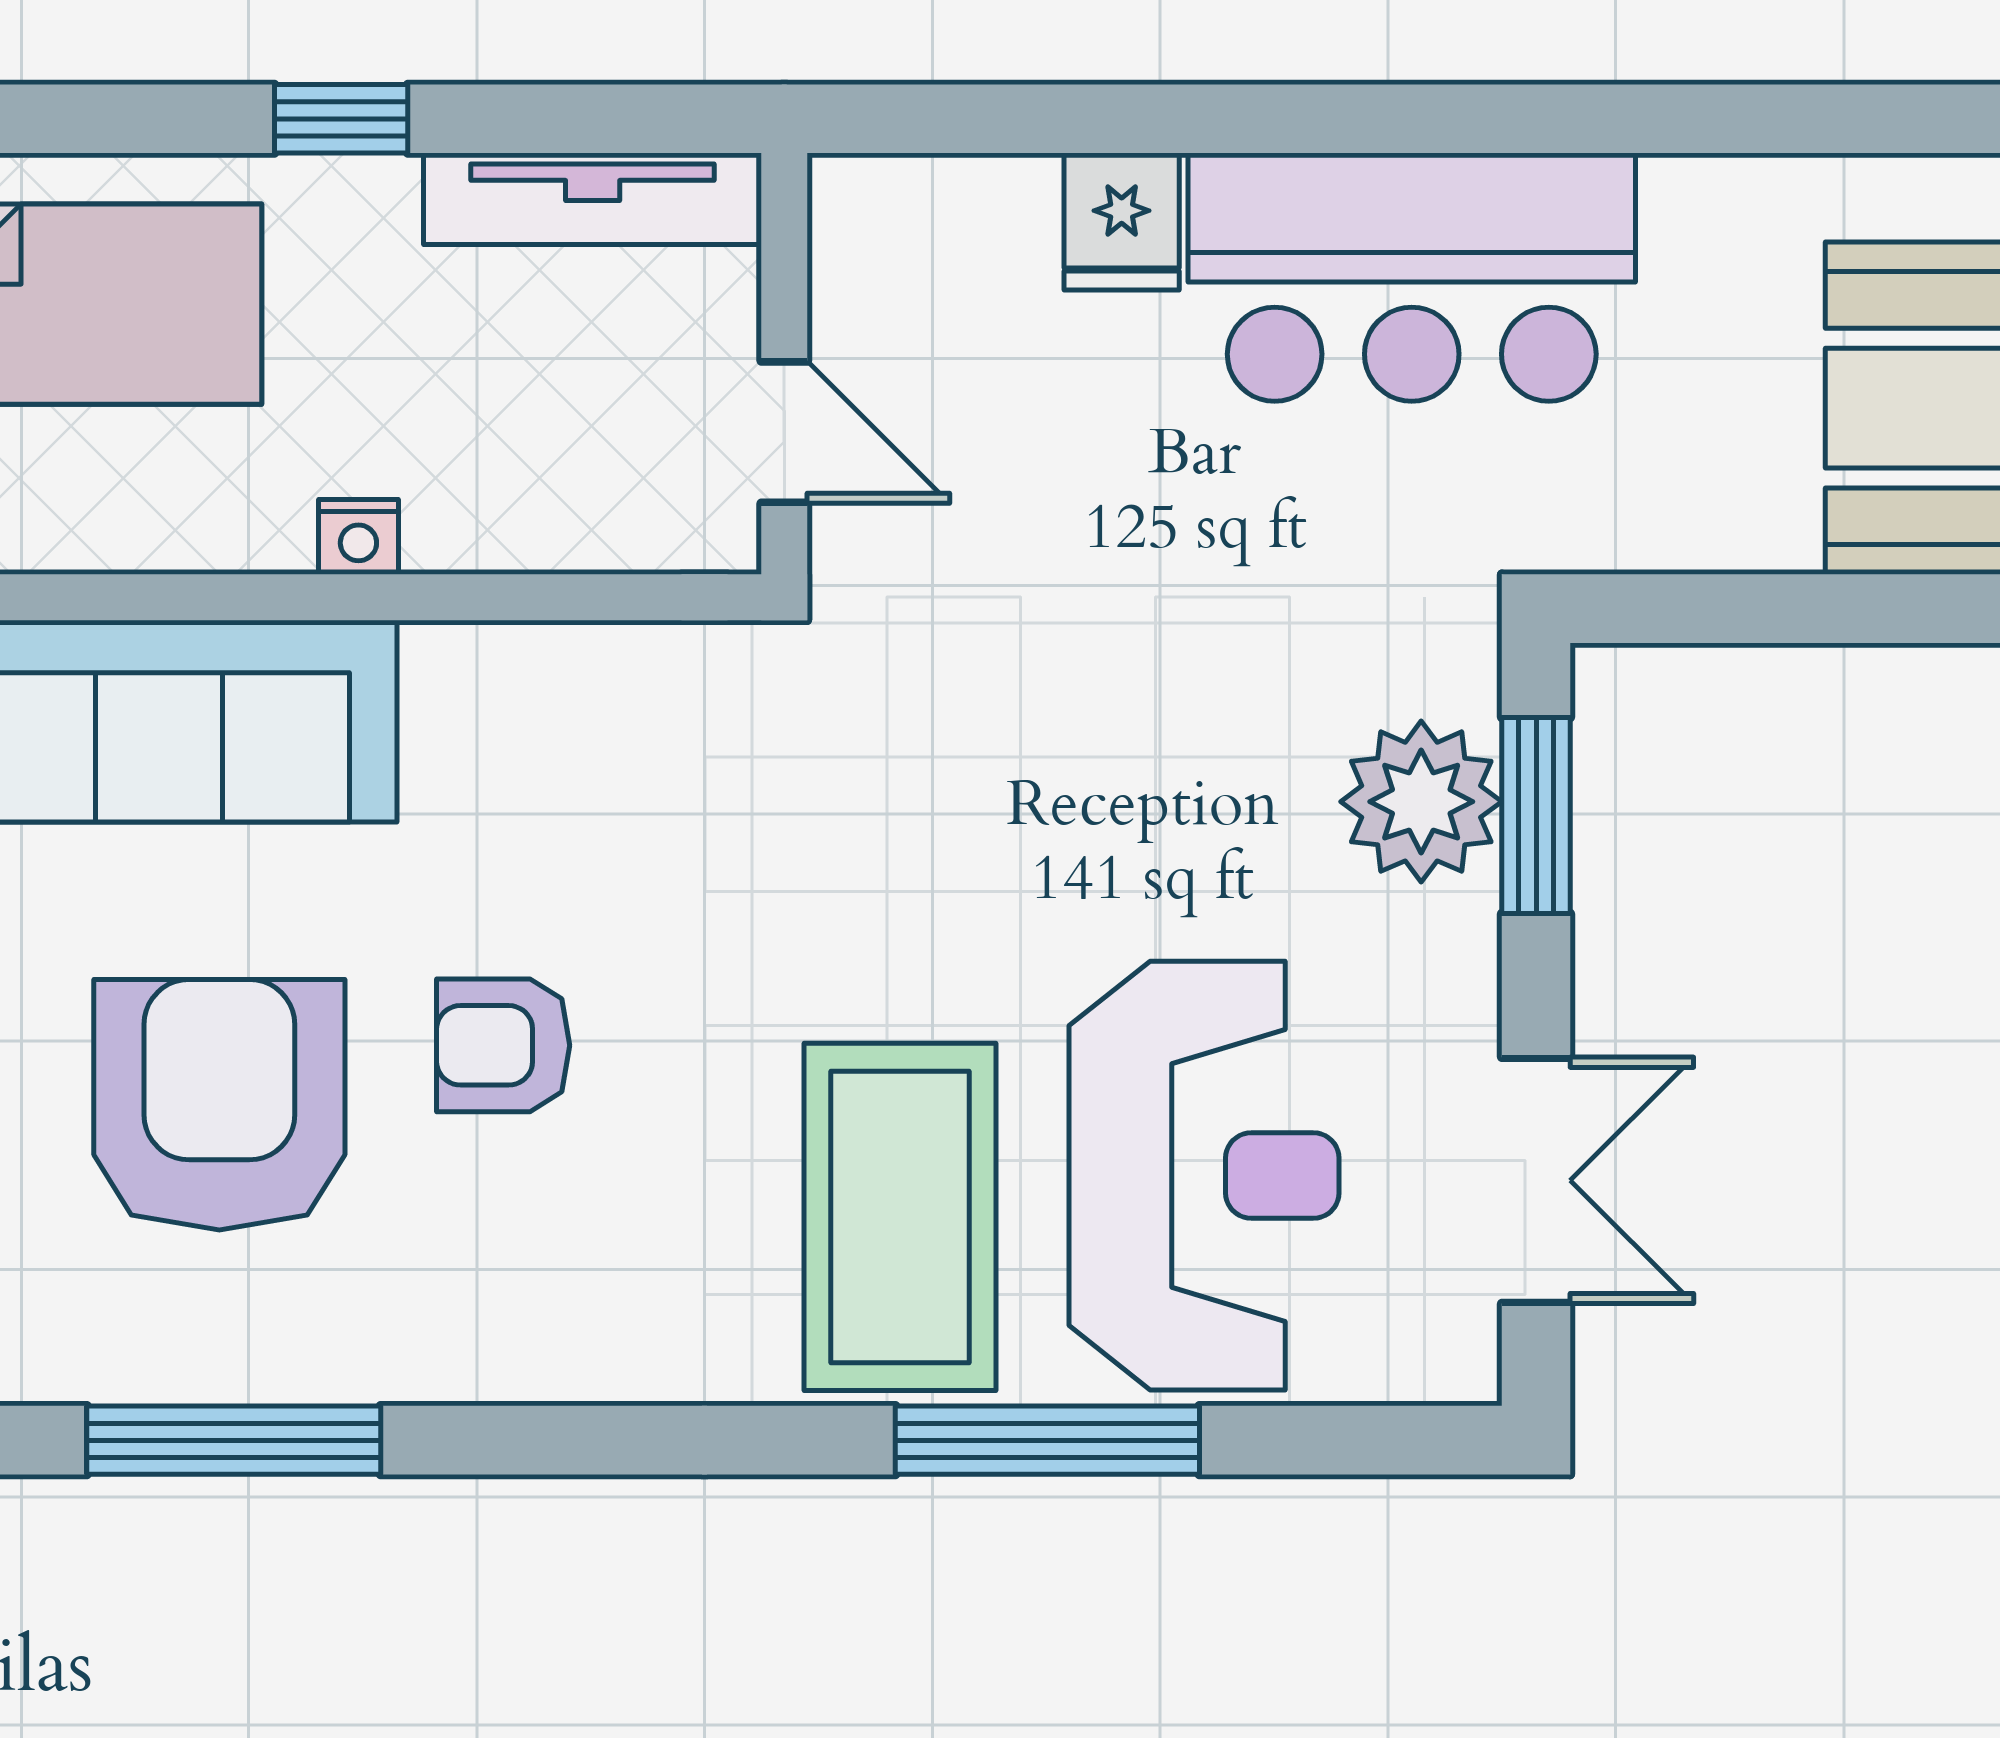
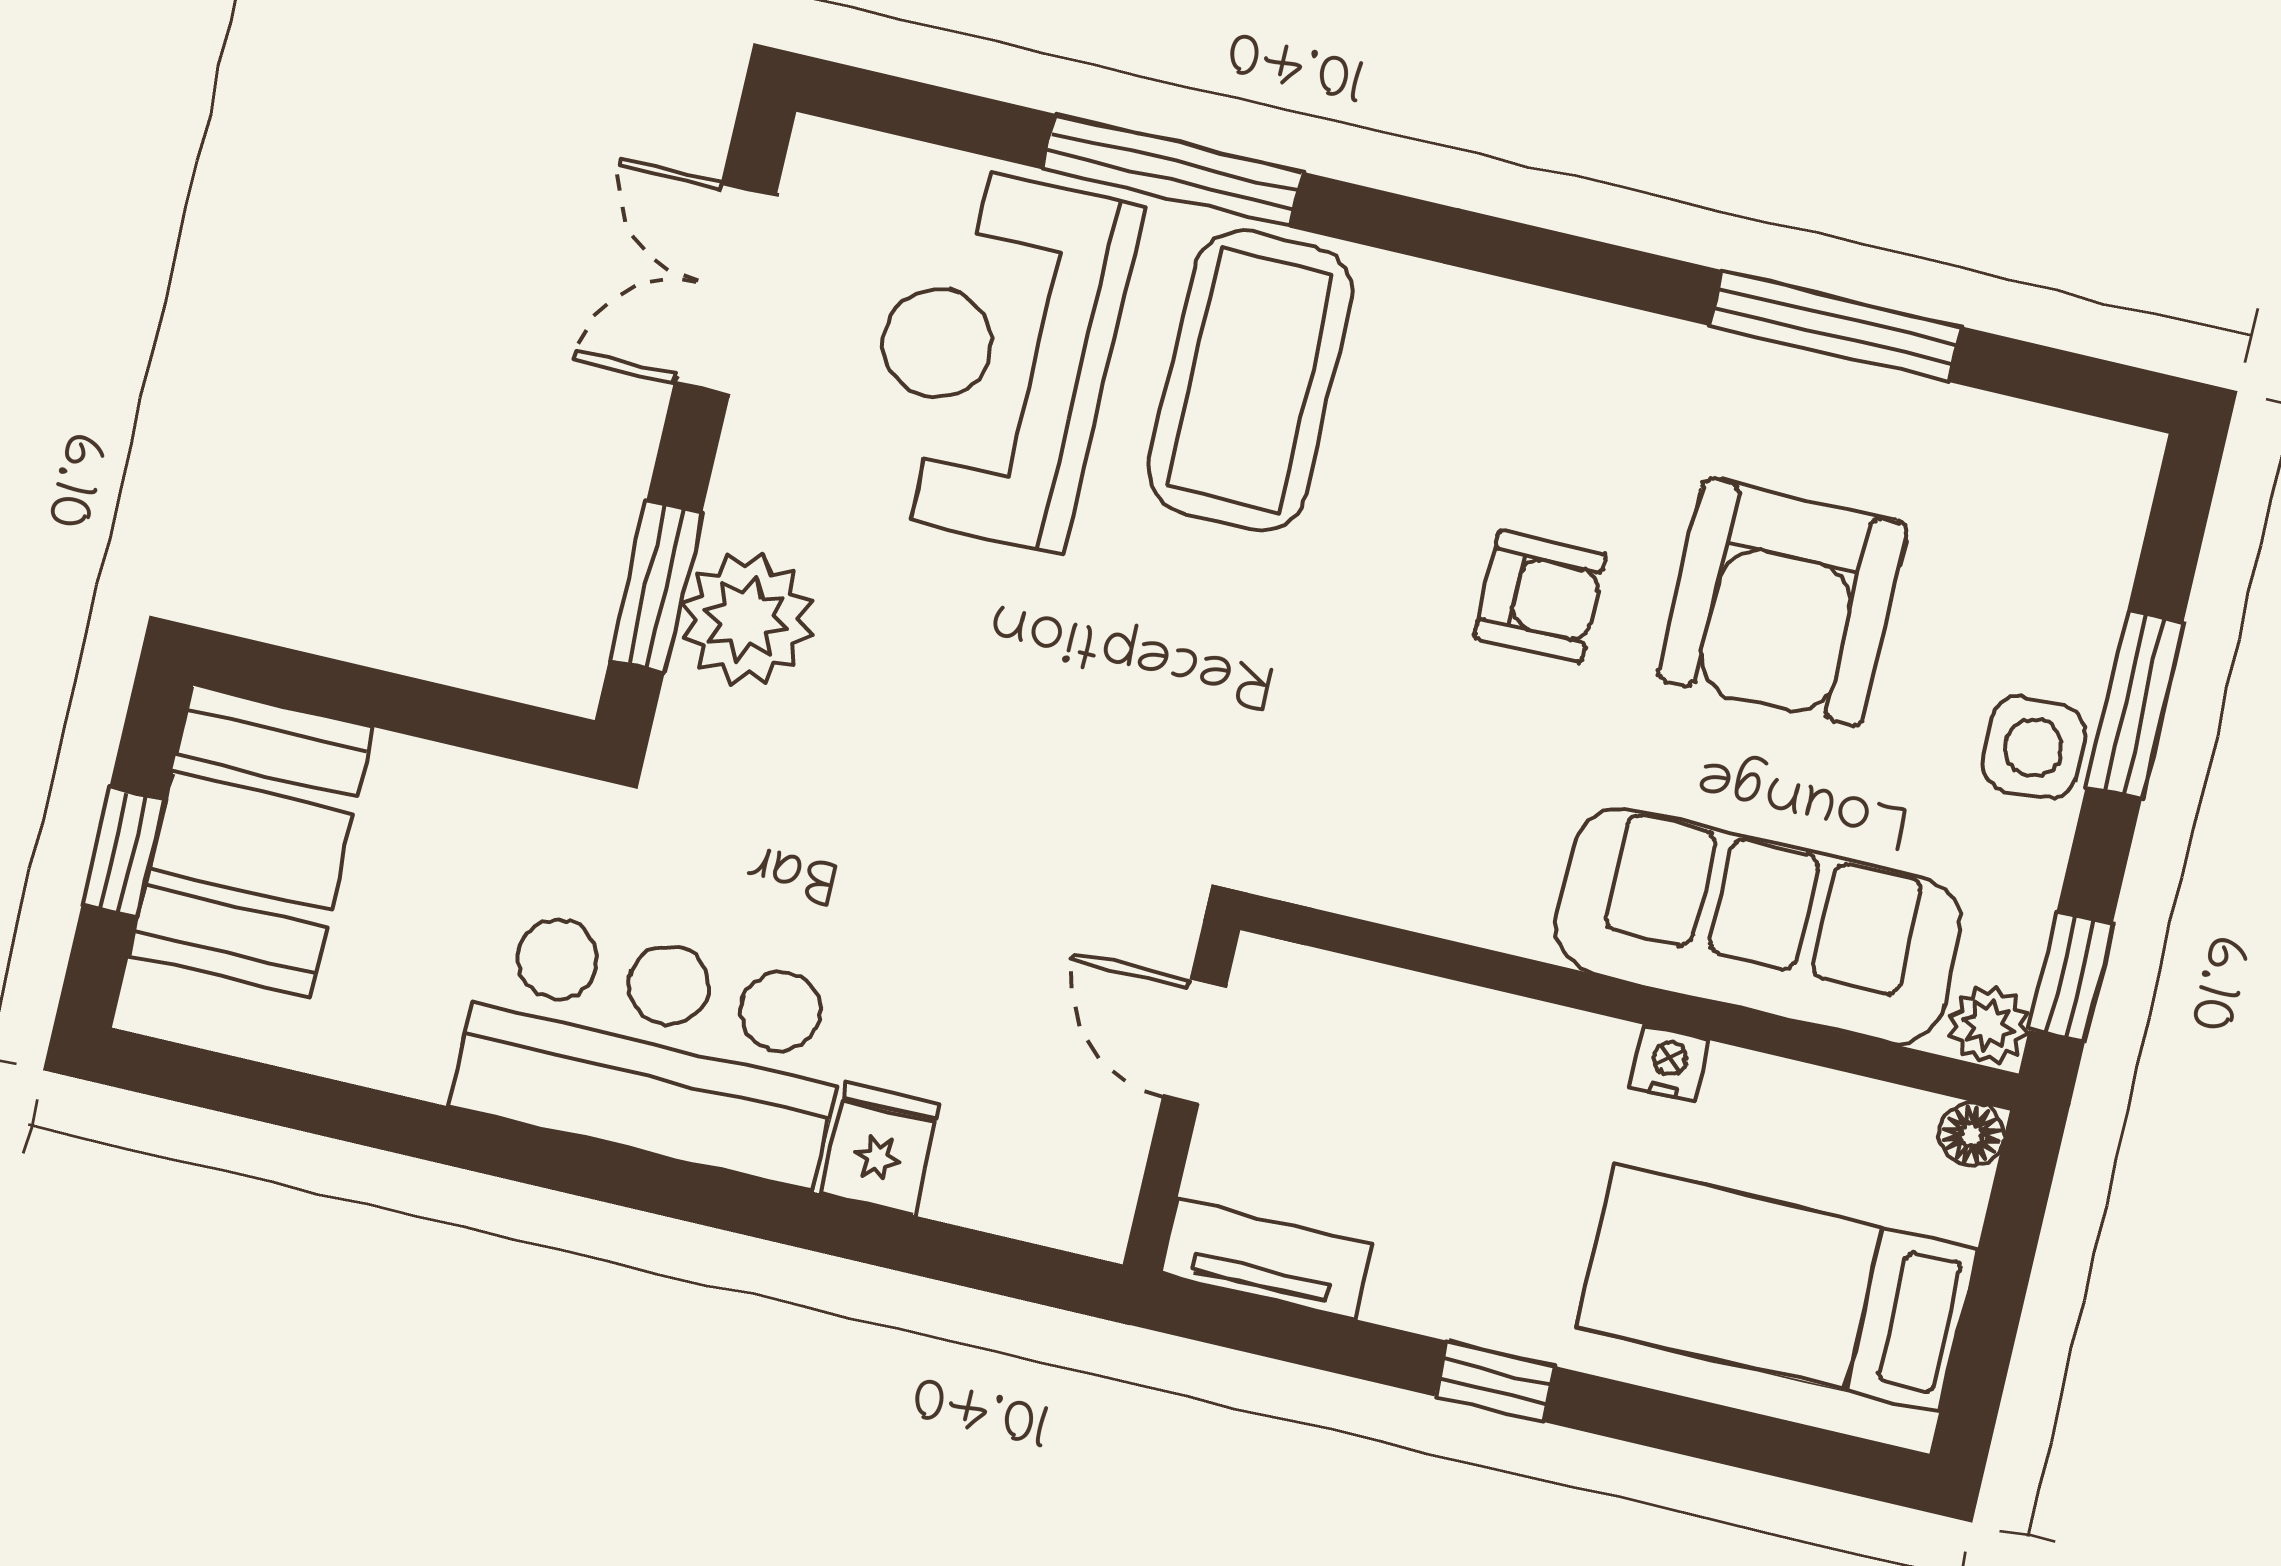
tv unit: (593, 199) -> (1266, 1259), width x0.71
nightstand: (358, 537) -> (1669, 1063), moved

